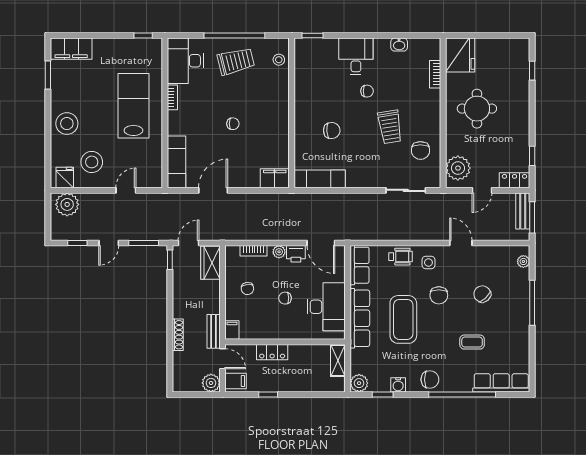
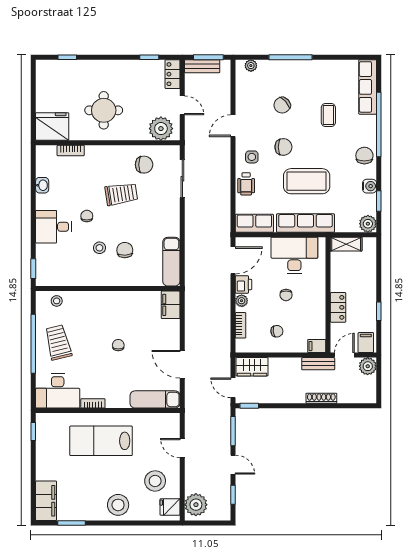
stool: (334, 104) -> (99, 248), added
wheelchair: (400, 257) -> (246, 184), turned 180

